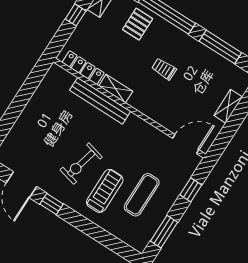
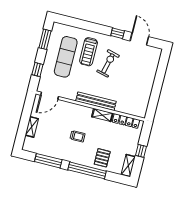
bench: (100, 101) -> (96, 101), moved
exercise mat: (142, 195) -> (66, 57), width x1.36, depth x1.45

